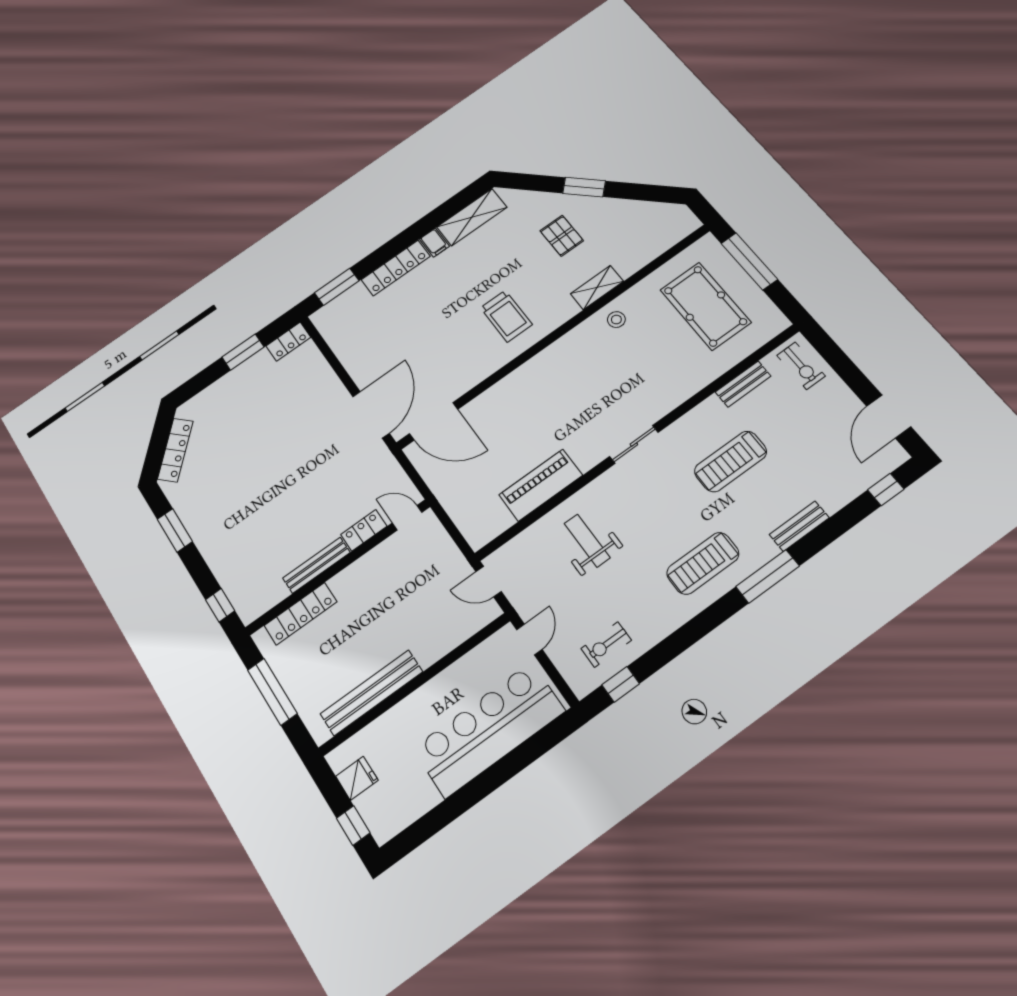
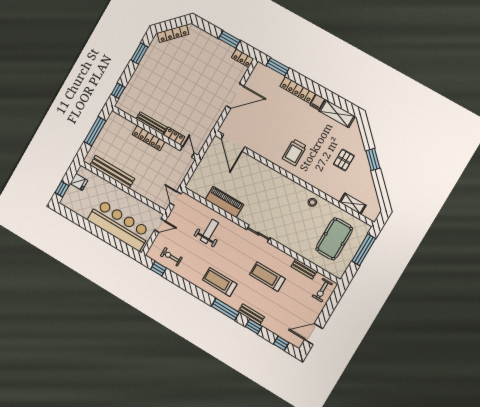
shelving: (597, 288) -> (353, 204), moved
door: (371, 415) -> (235, 96), moved
window: (828, 532) -> (254, 327), added
locker: (301, 614) -> (149, 138), moved

